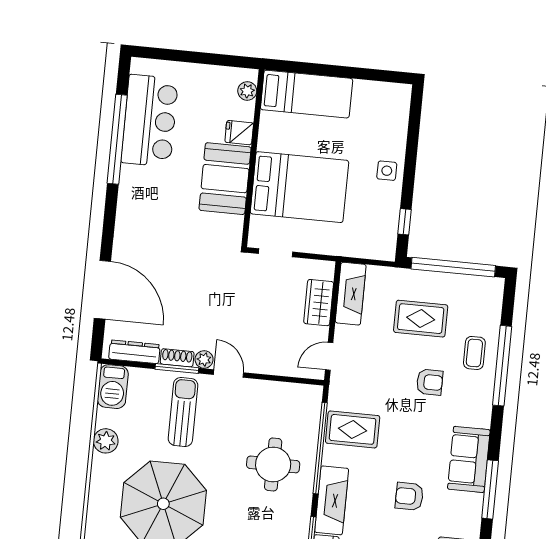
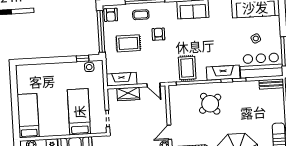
side table: (387, 171) -> (89, 67), moved
bed: (299, 187) -> (79, 112), width x0.67
rug: (421, 319) -> (128, 43), turned 90
round table: (273, 464) -> (210, 104), turned -38
armchair: (409, 496) -> (111, 15), moved

